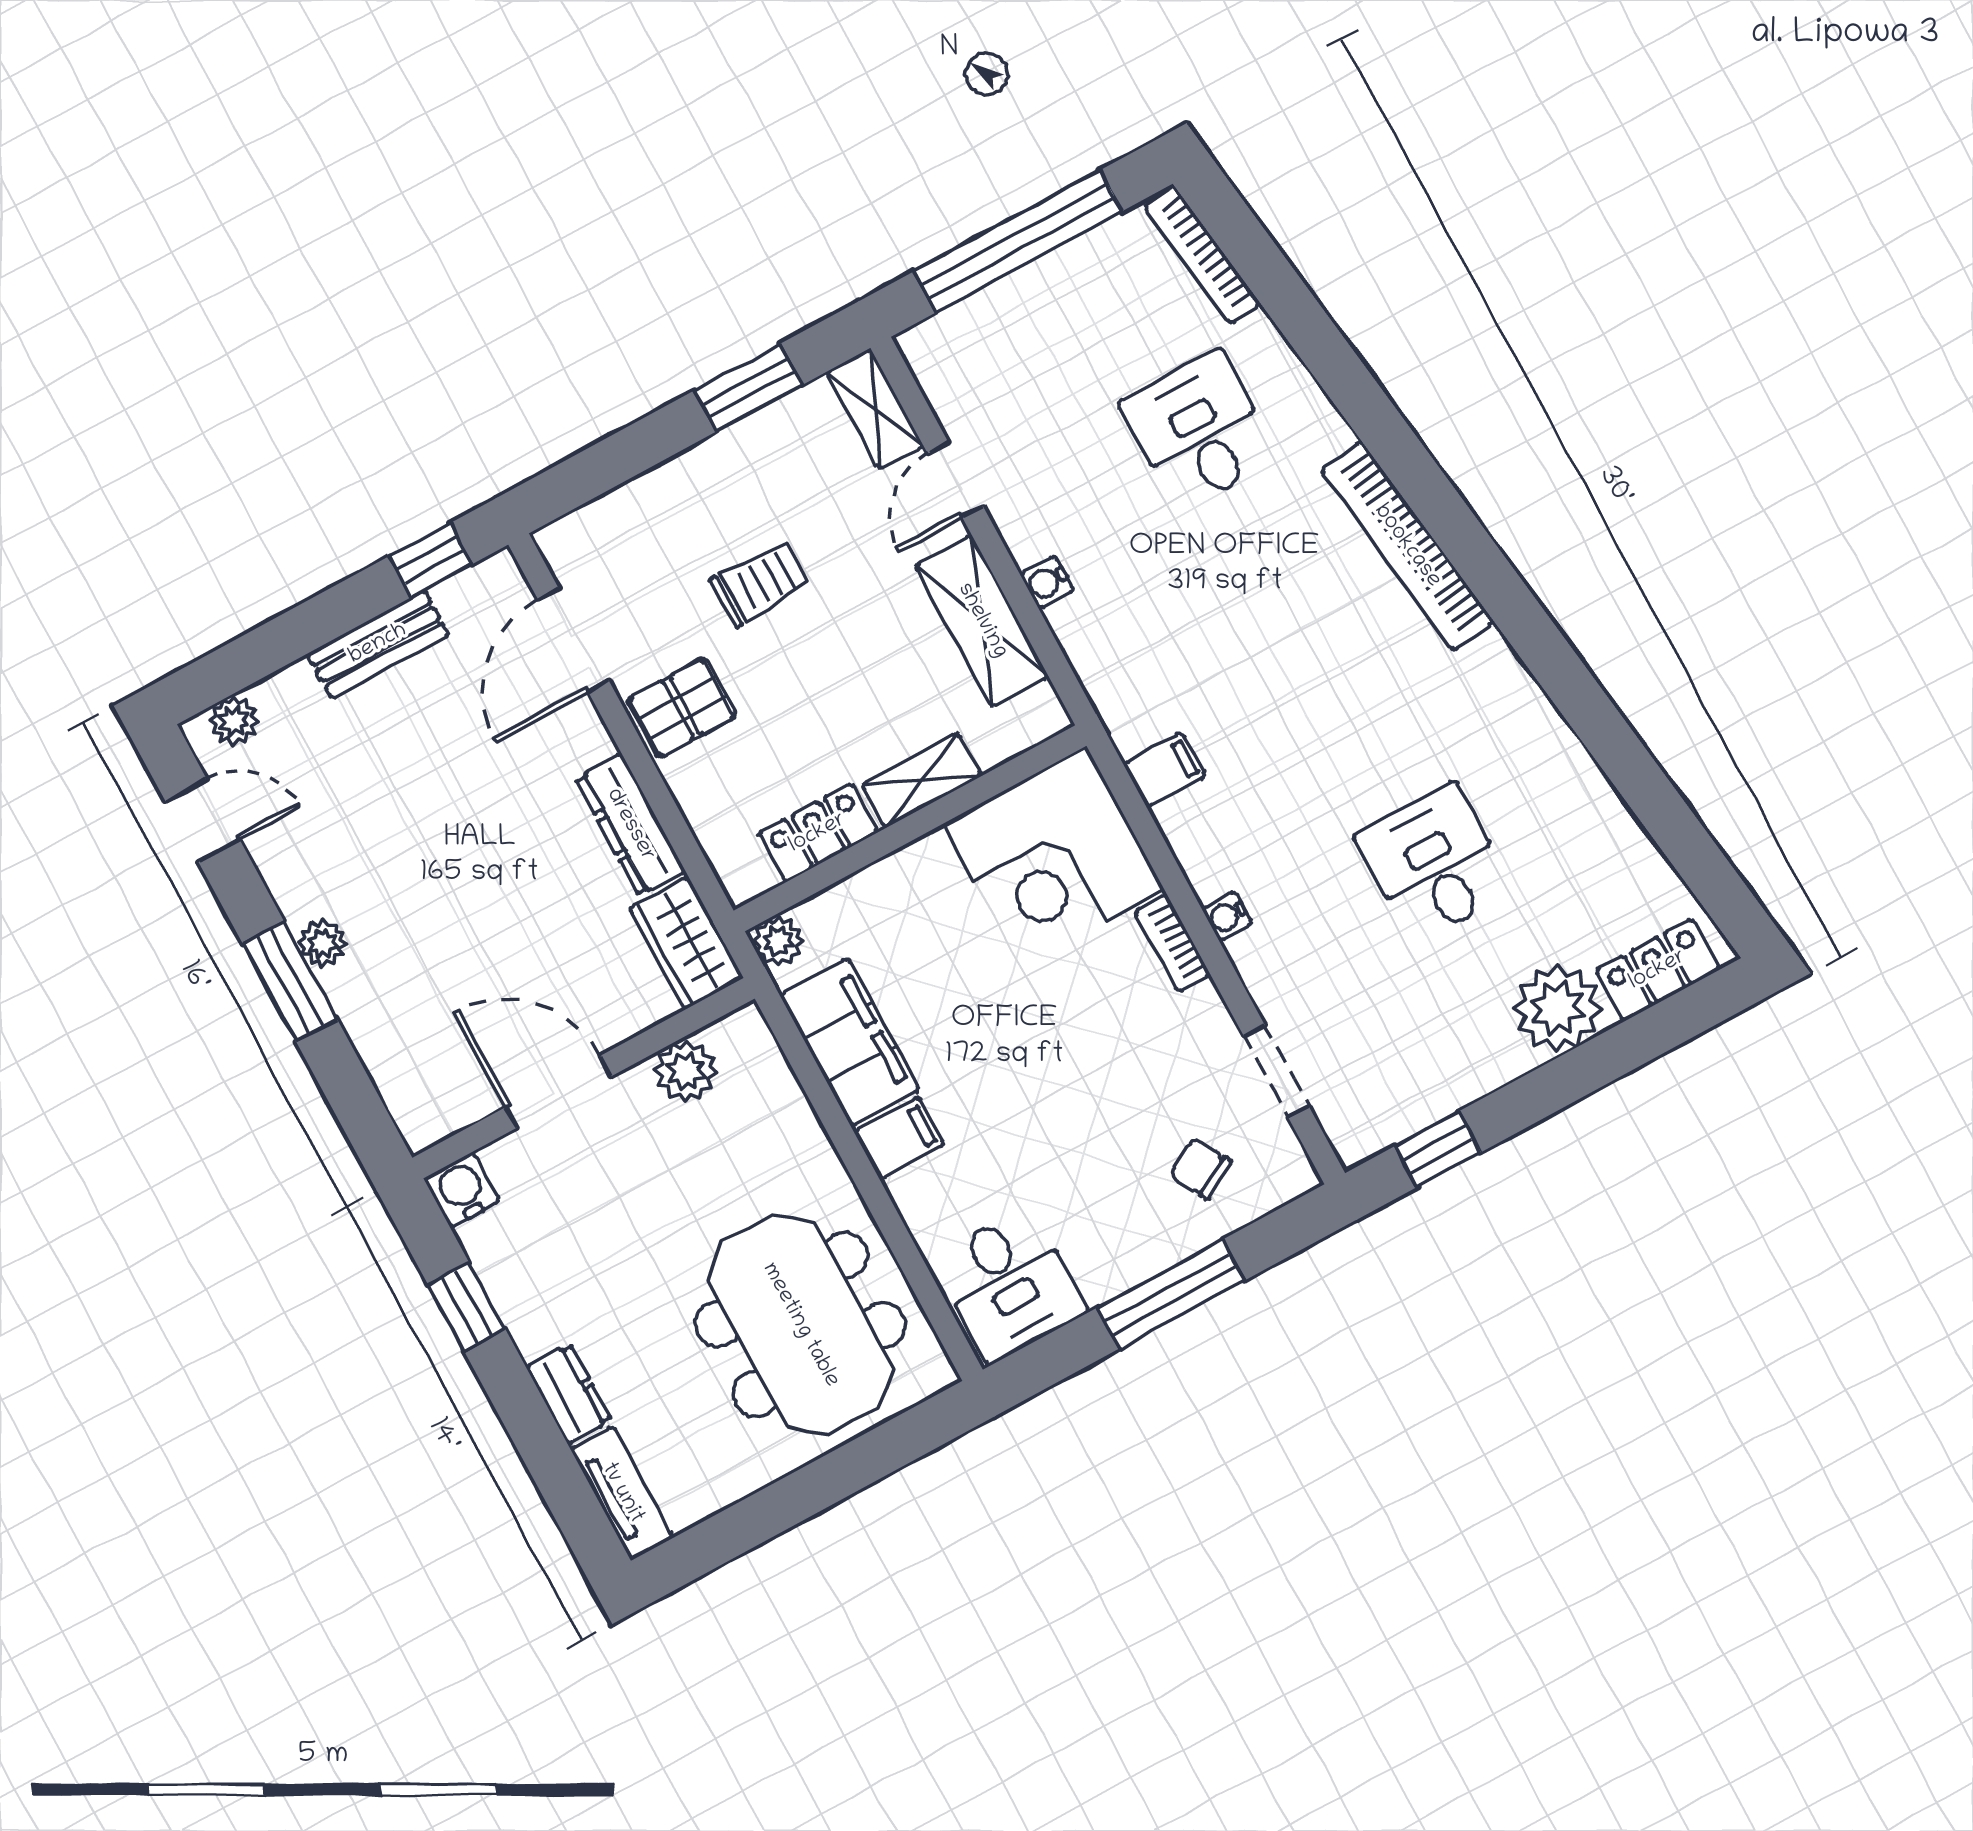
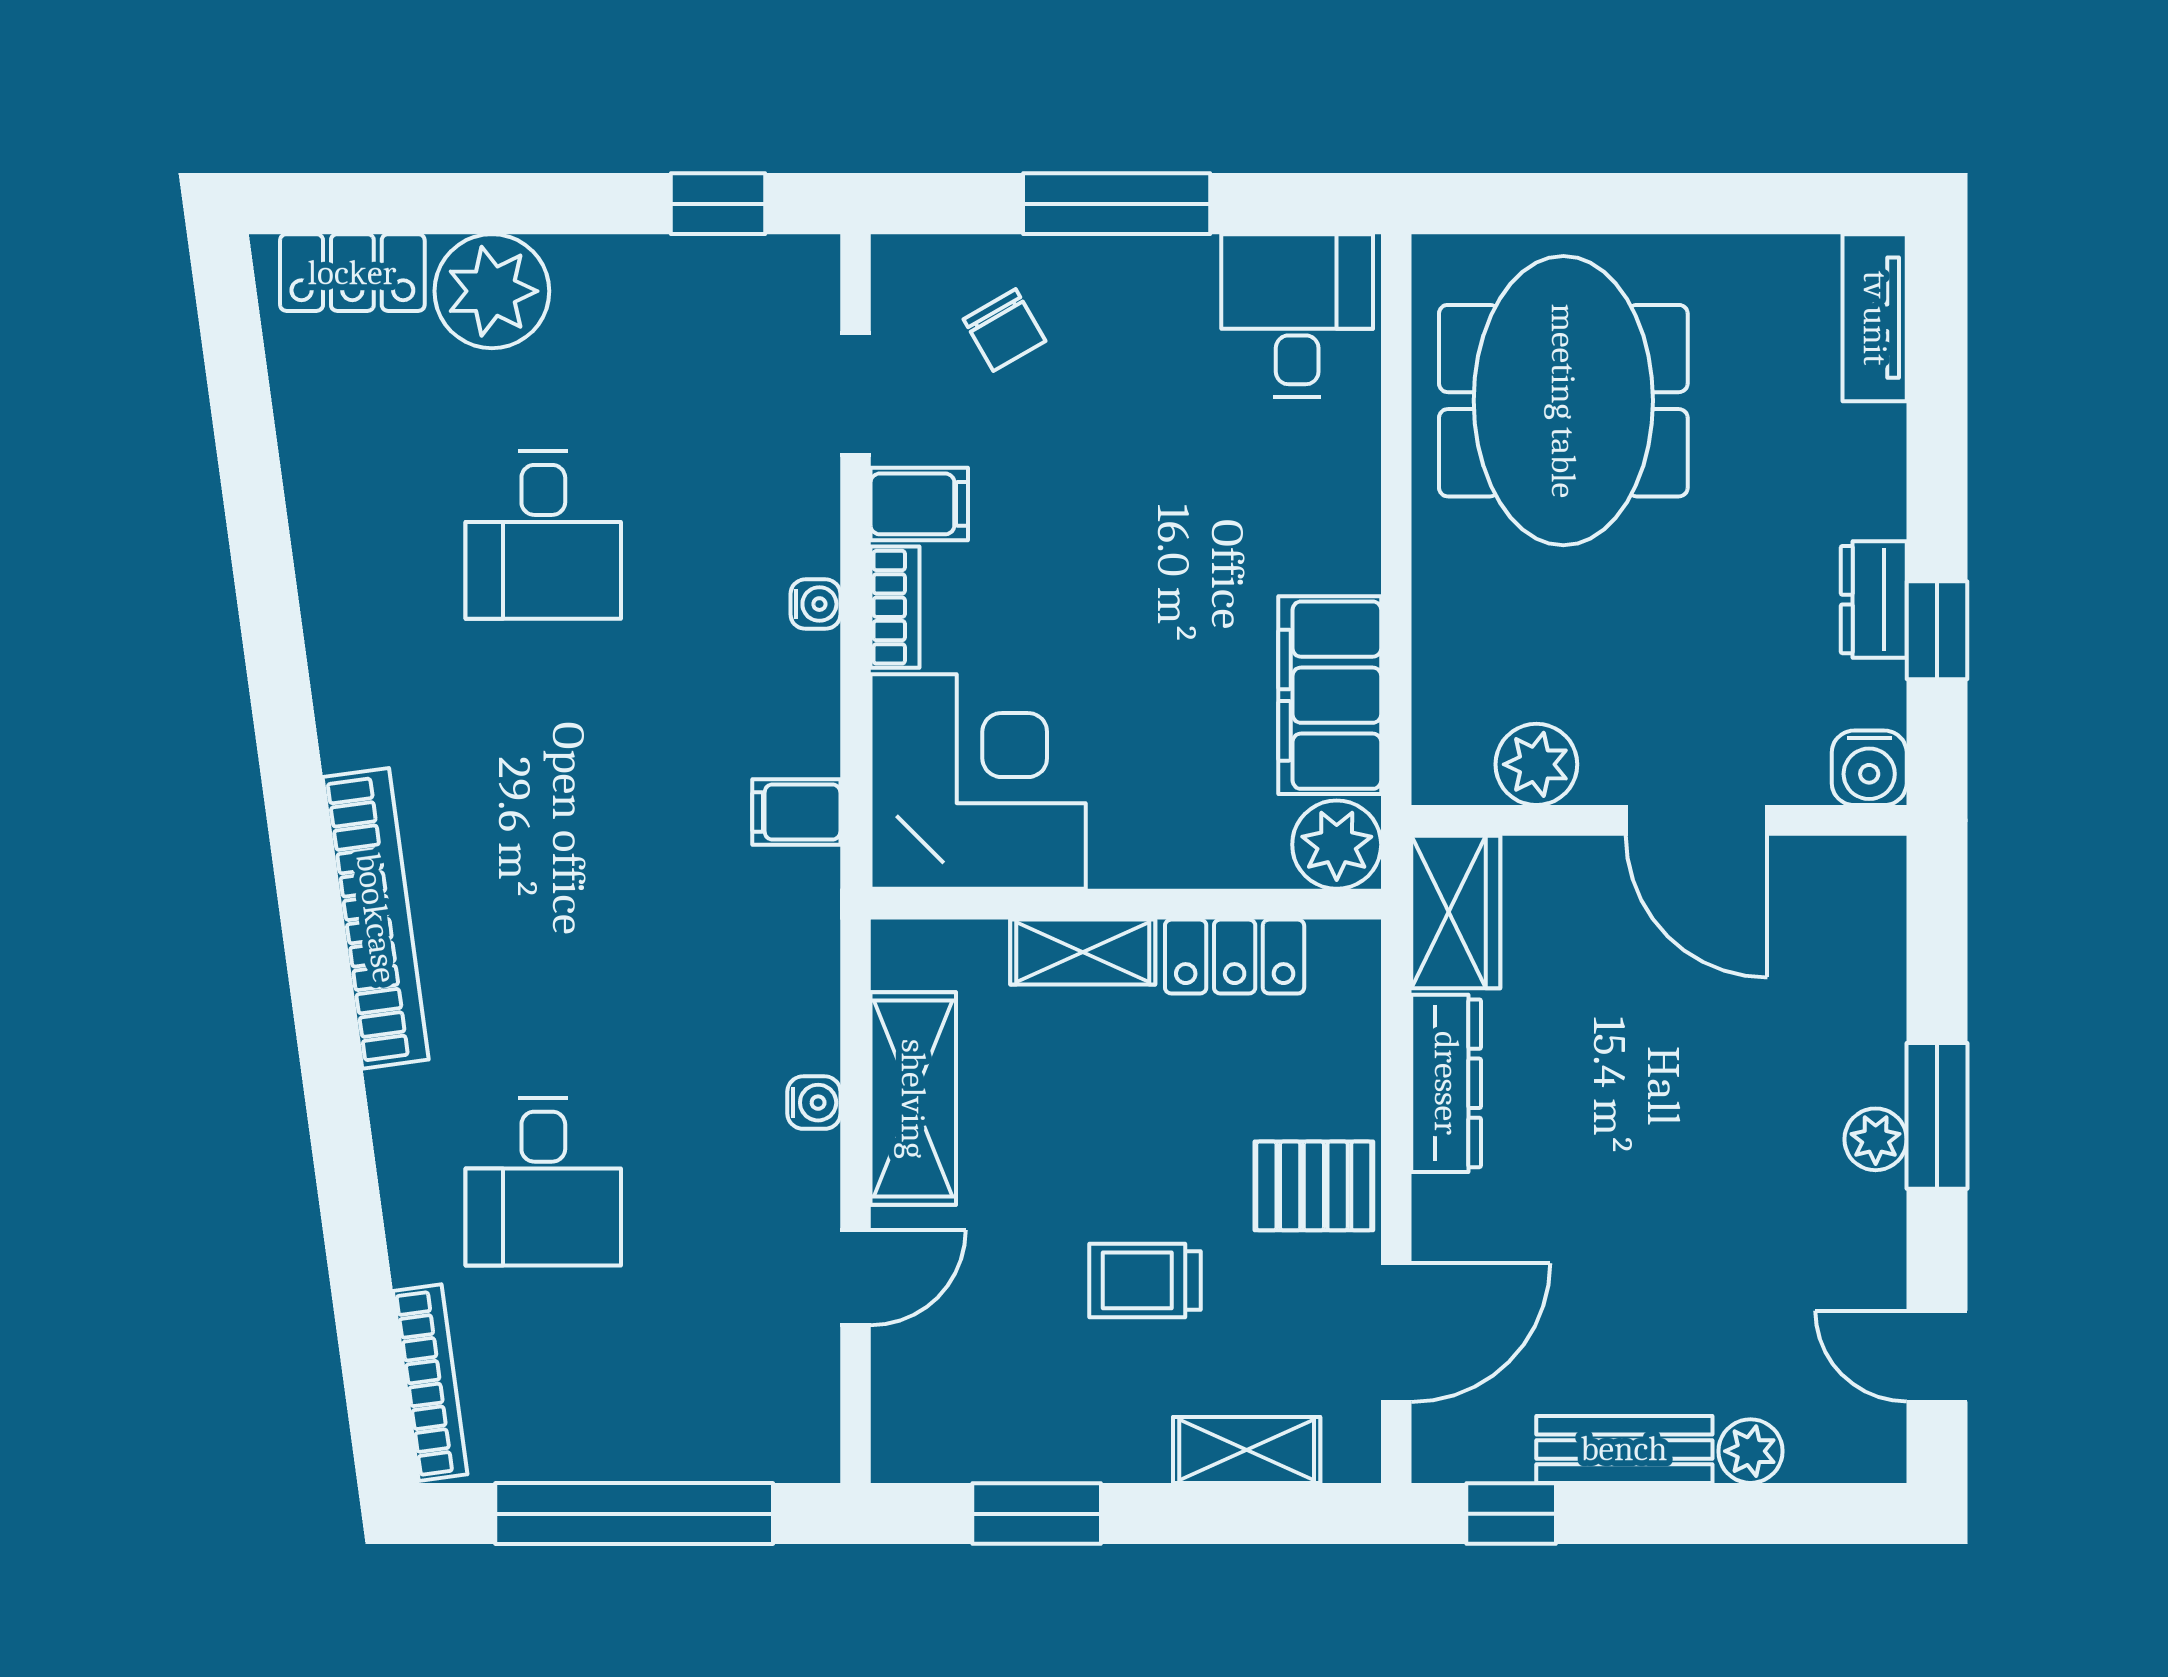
shelving: (875, 409) -> (1247, 1450), moved, turned 90
plant: (234, 721) -> (1750, 1451), moved
plant: (778, 941) -> (1337, 845), width x1.38, depth x1.38
filing cabinet: (899, 1138) -> (919, 504), moved, turned 180
dresser: (569, 1394) -> (1874, 600), moved

